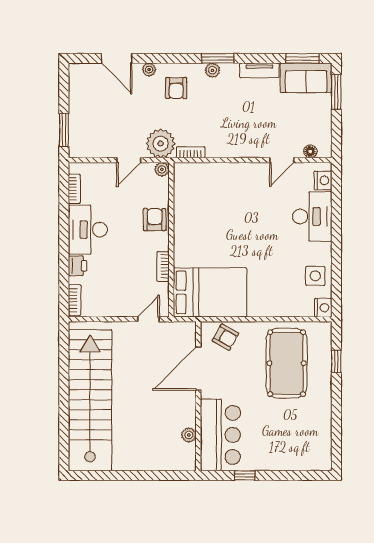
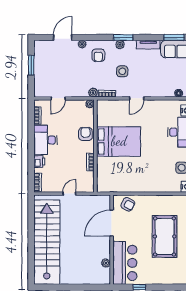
door: (117, 58) -> (63, 37), swing flipped
side table: (216, 115) -> (122, 71), added
window: (64, 130) -> (31, 65), moved
plant: (161, 144) -> (93, 92), width x0.53, depth x0.53
door: (129, 160) -> (58, 98), moved
door: (282, 160) -> (137, 98), moved
bed: (210, 292) -> (119, 141), moved
door: (148, 319) -> (69, 194), moved
pool table: (287, 363) -> (165, 236), moved

